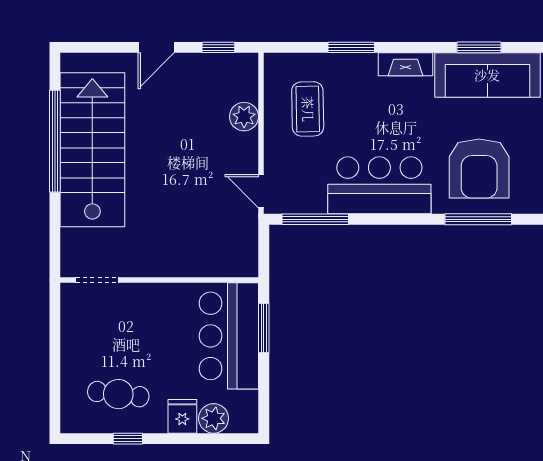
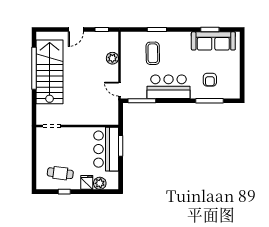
fireplace: (406, 64) -> (179, 37), removed
coffee table: (308, 109) -> (153, 53), moved
armchair: (479, 168) -> (210, 80), width x0.53, depth x0.53

